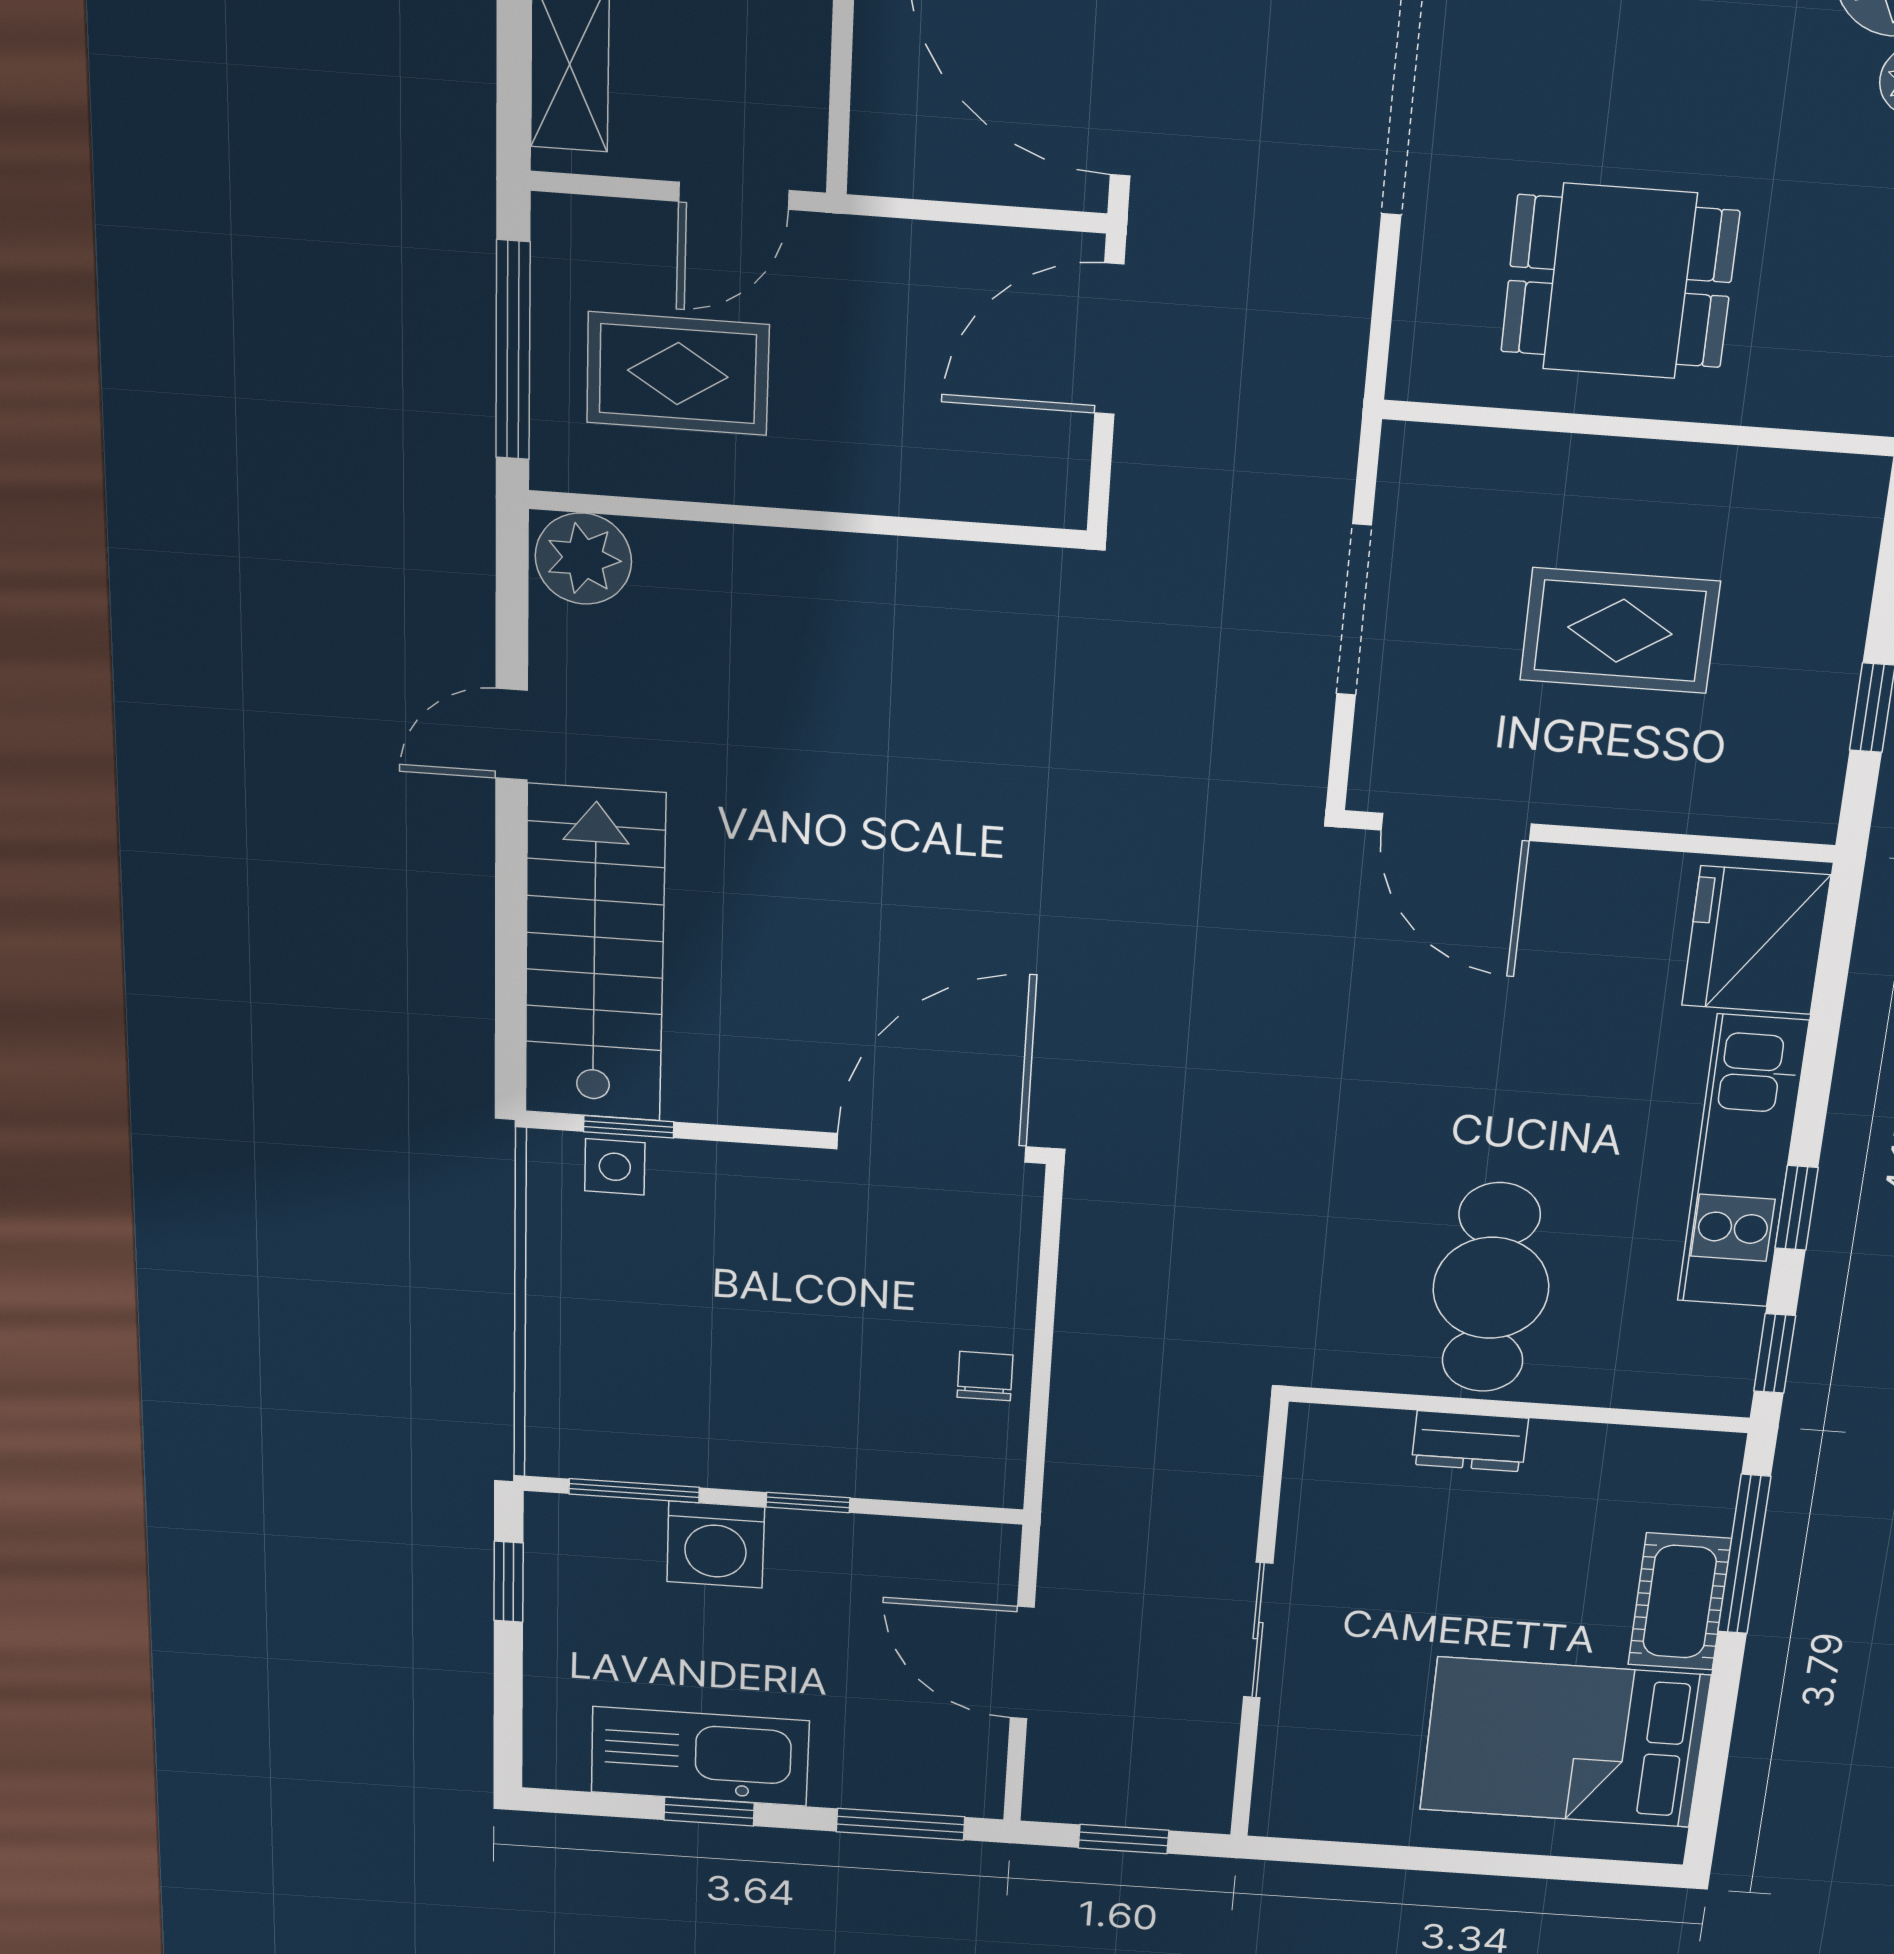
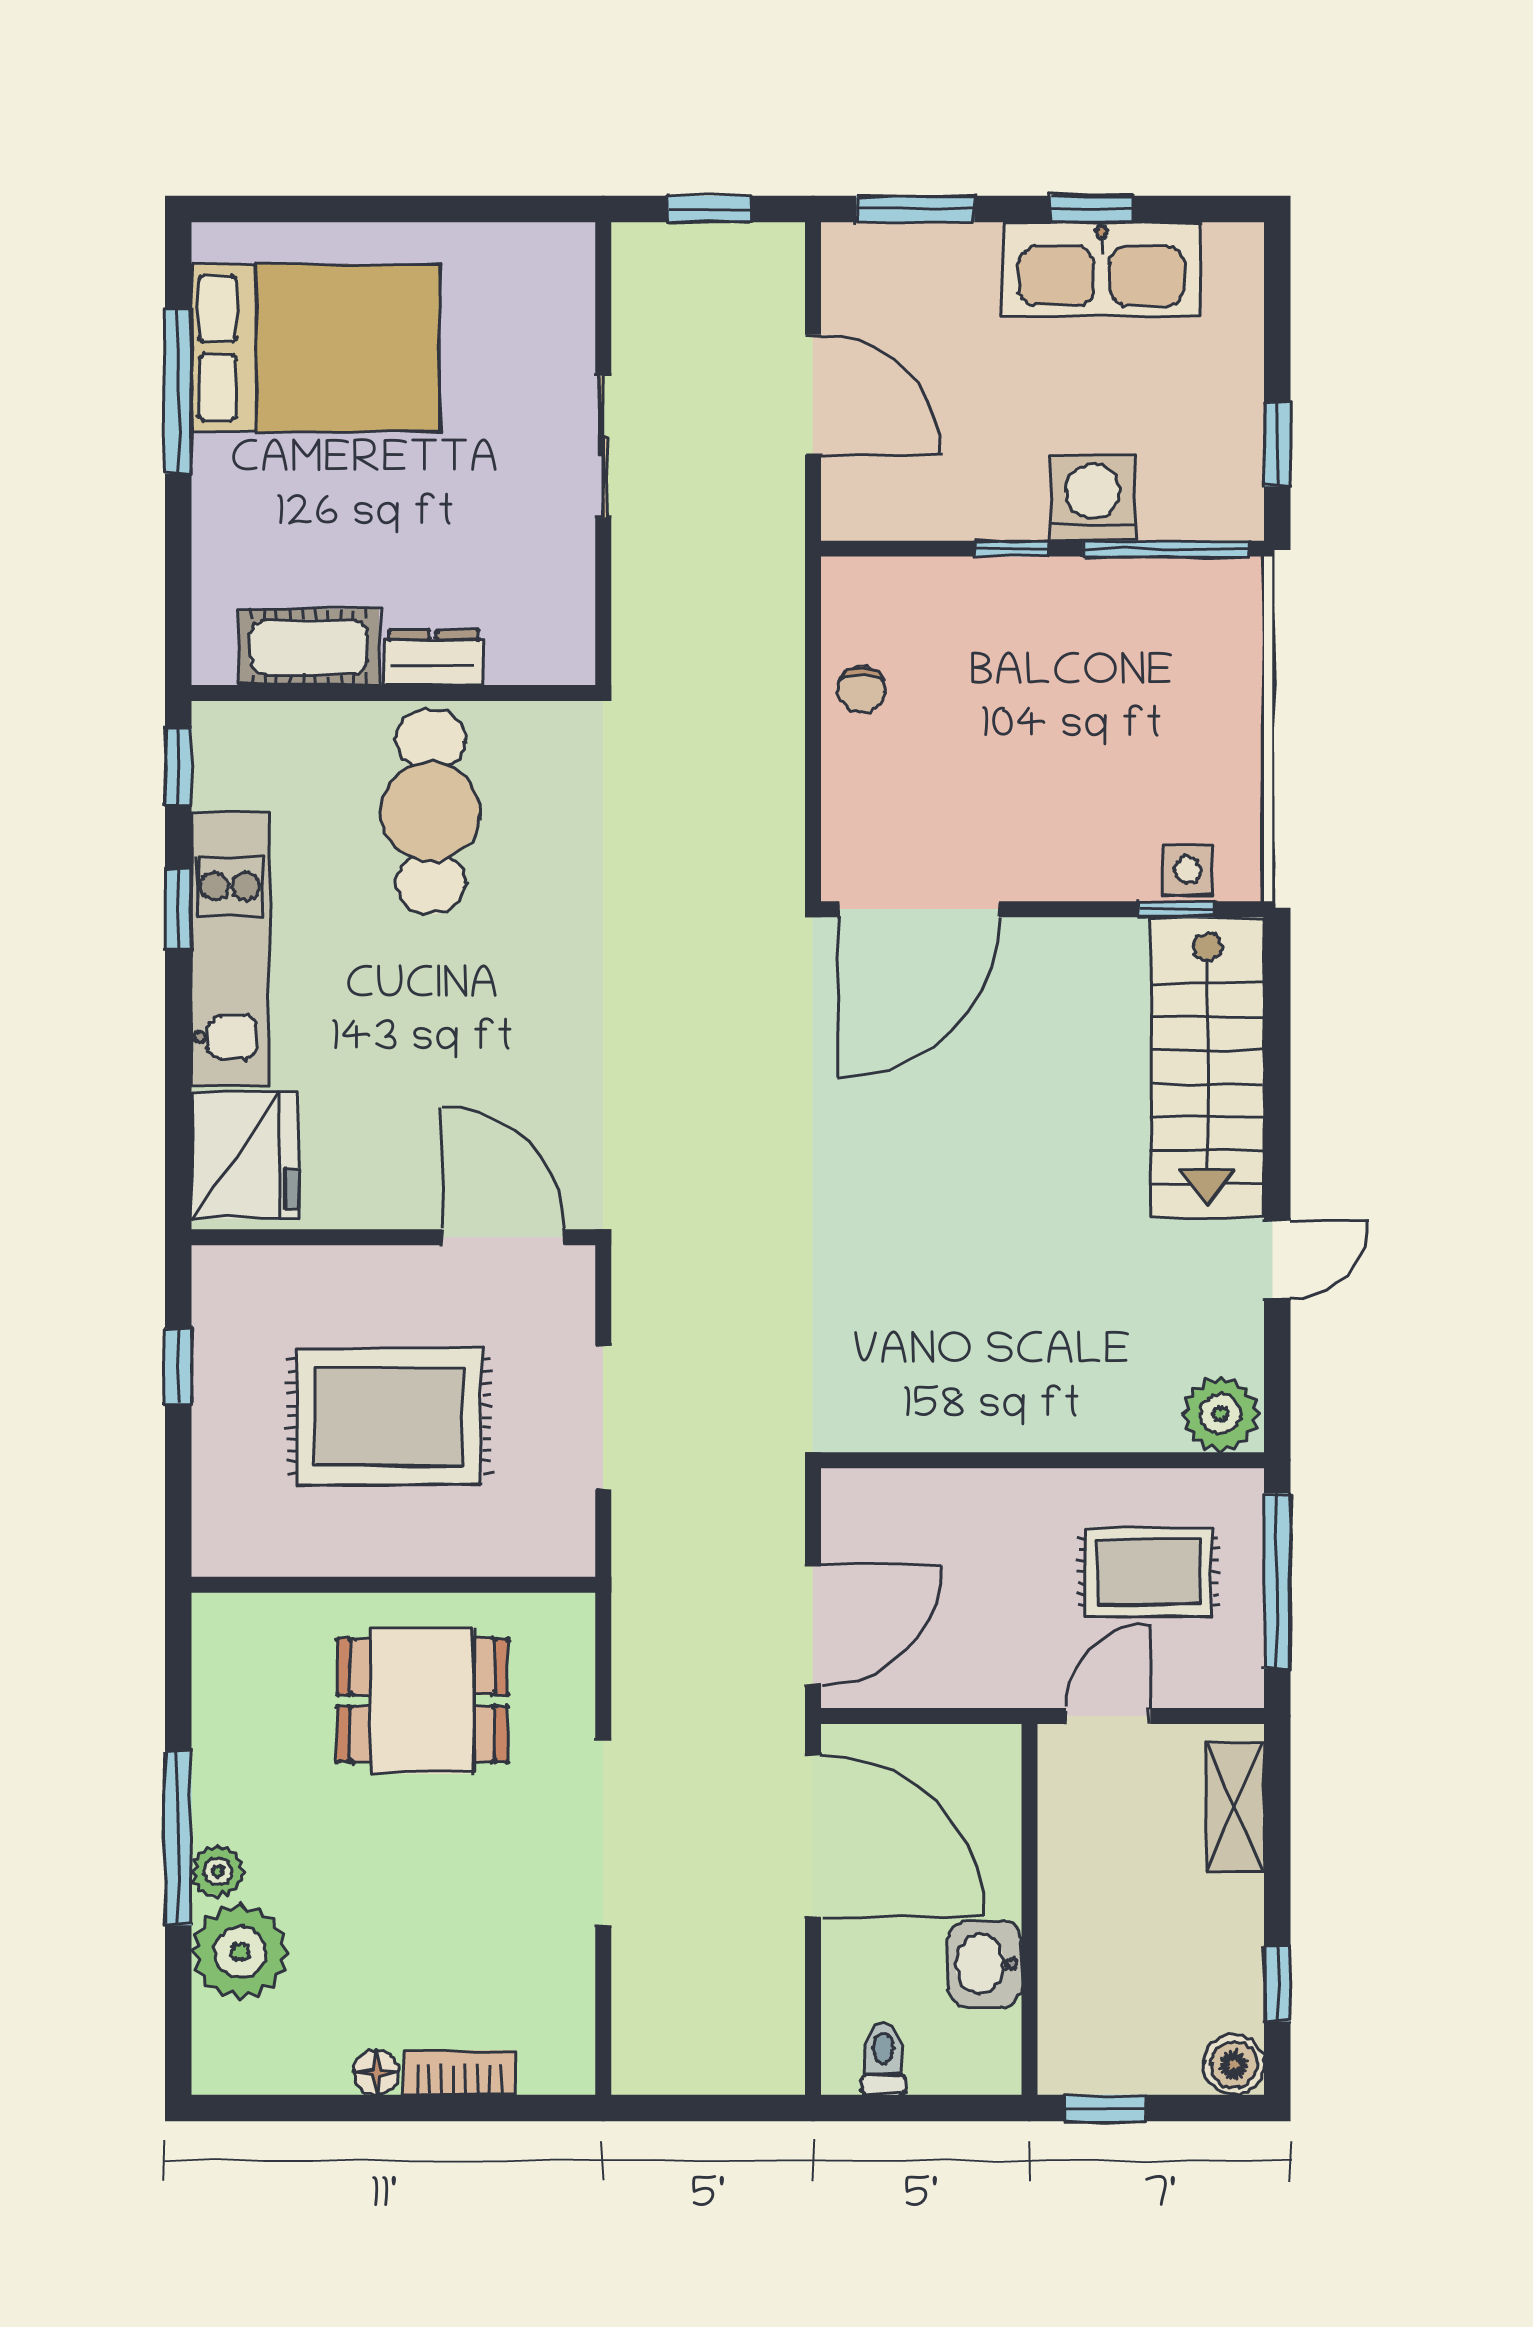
rug: (1620, 631) -> (389, 1417), width x1.36, depth x1.43
window: (634, 1491) -> (1166, 549), width x1.44
window: (1744, 1554) -> (178, 391), moved
cot: (1680, 1602) -> (309, 647), moved, turned 90

